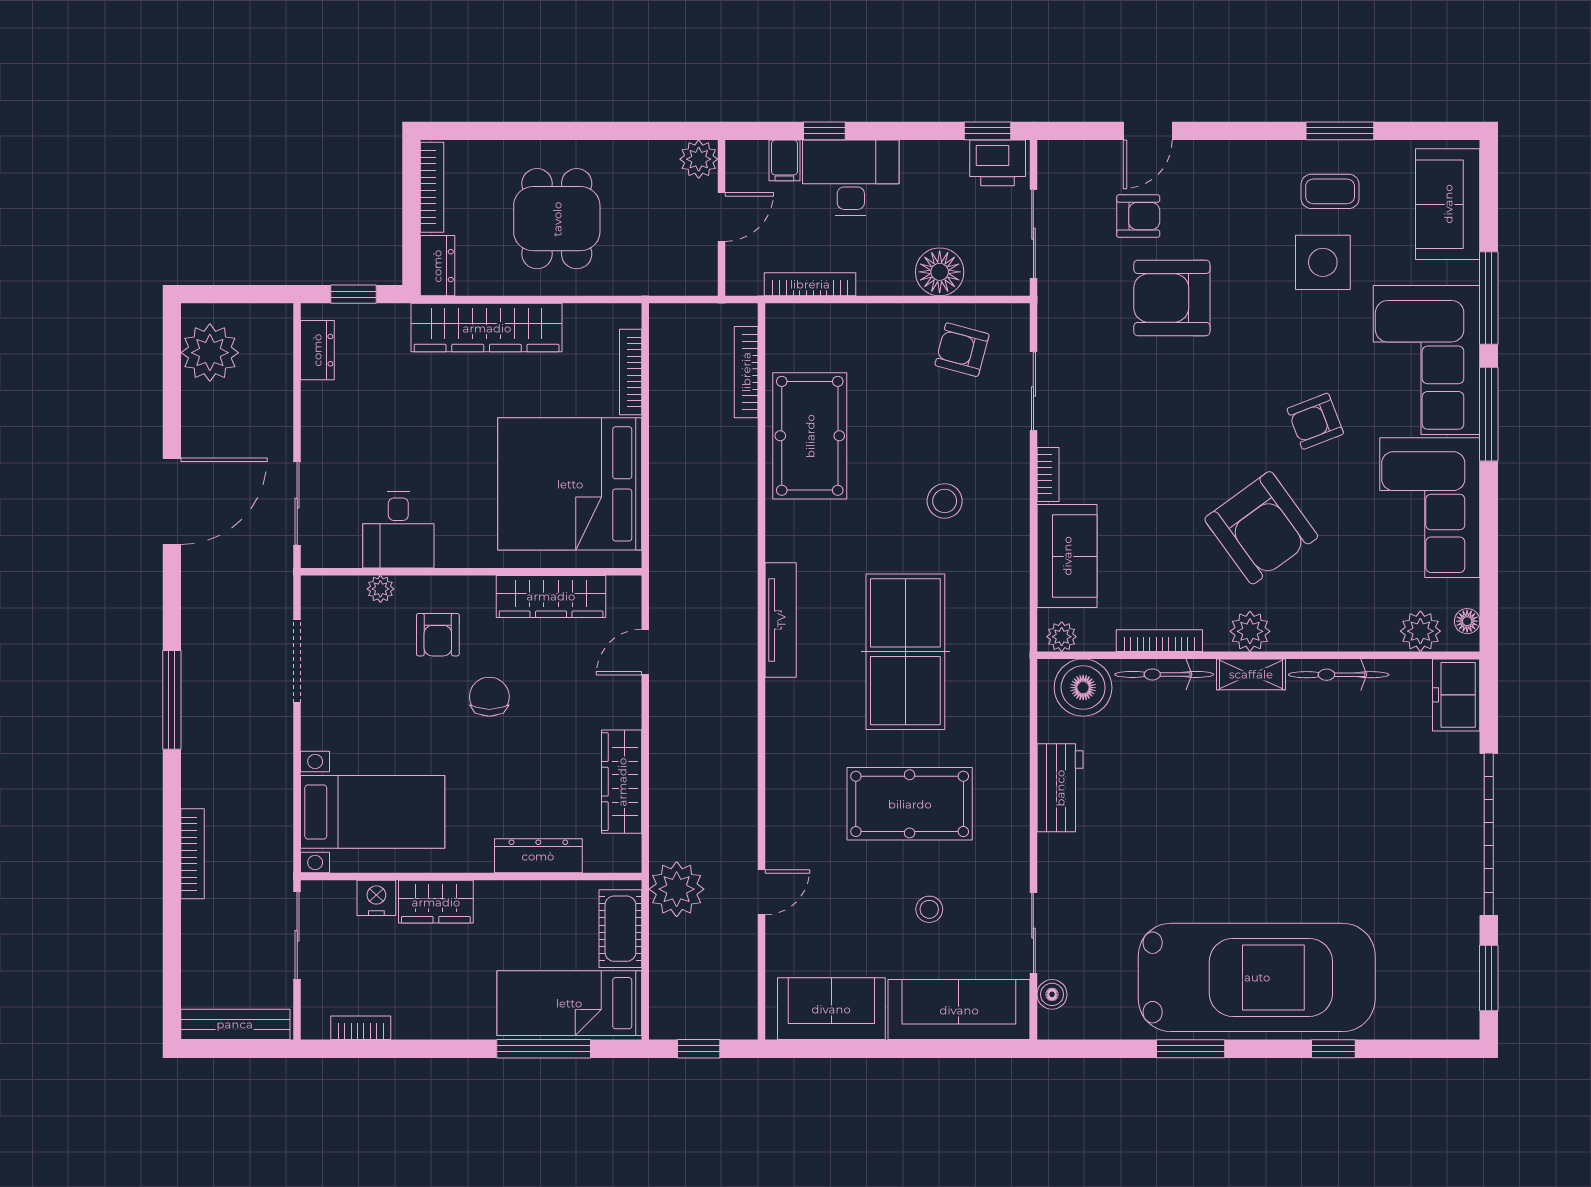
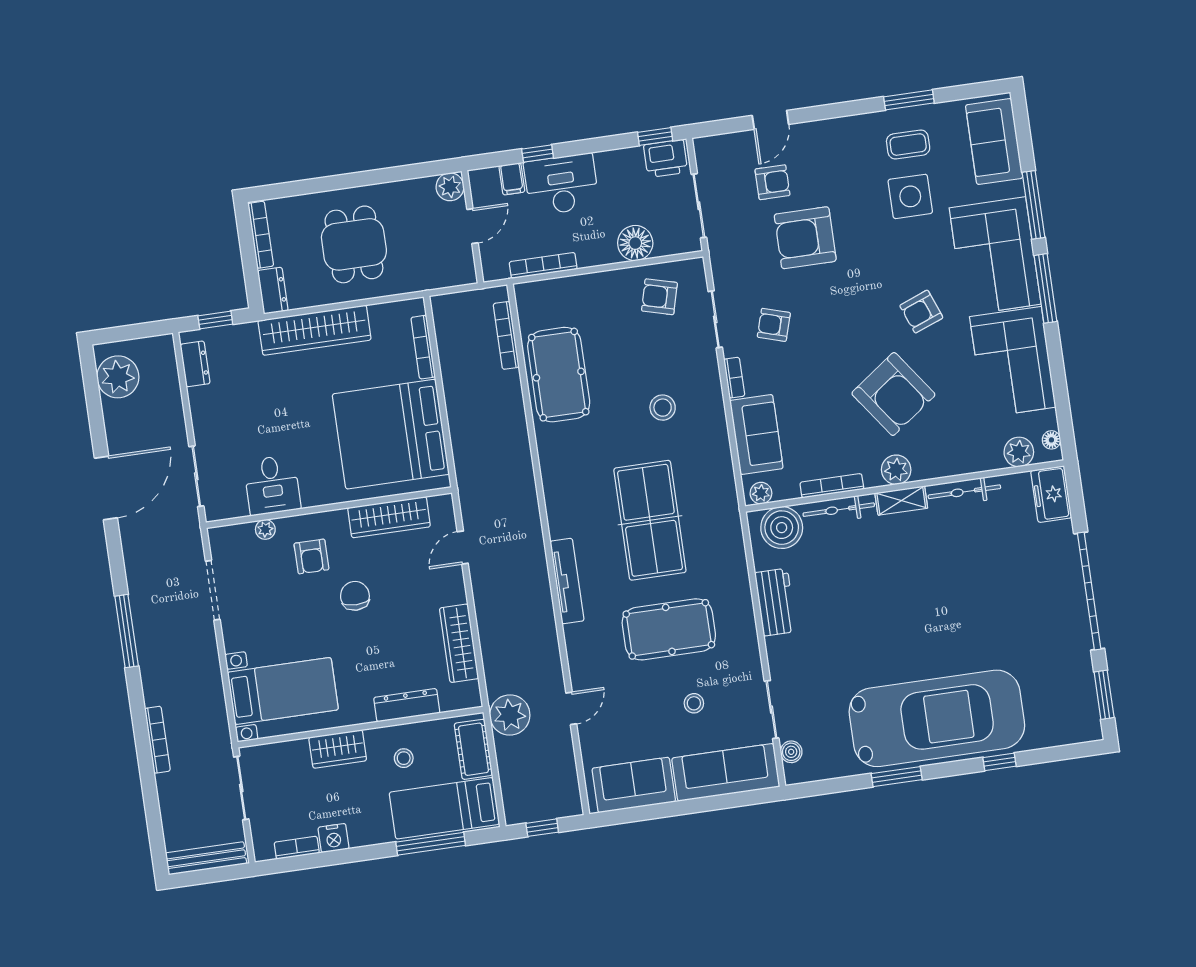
armchair: (1112, 410) -> (774, 325), added
tv unit: (781, 620) -> (567, 581), moved
nightstand: (376, 898) -> (334, 838), moved, turned 180
stool: (524, 927) -> (404, 758), added

